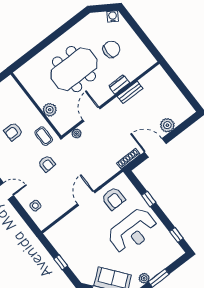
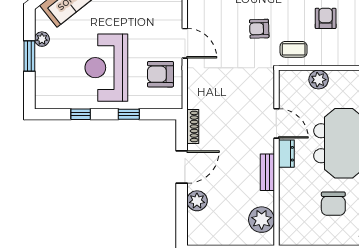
dresser: (119, 84) -> (286, 154), moved
bench: (130, 92) -> (267, 172), moved
plant: (76, 134) -> (262, 220), moved, width x1.88, depth x1.88
window: (176, 235) -> (81, 114), moved

